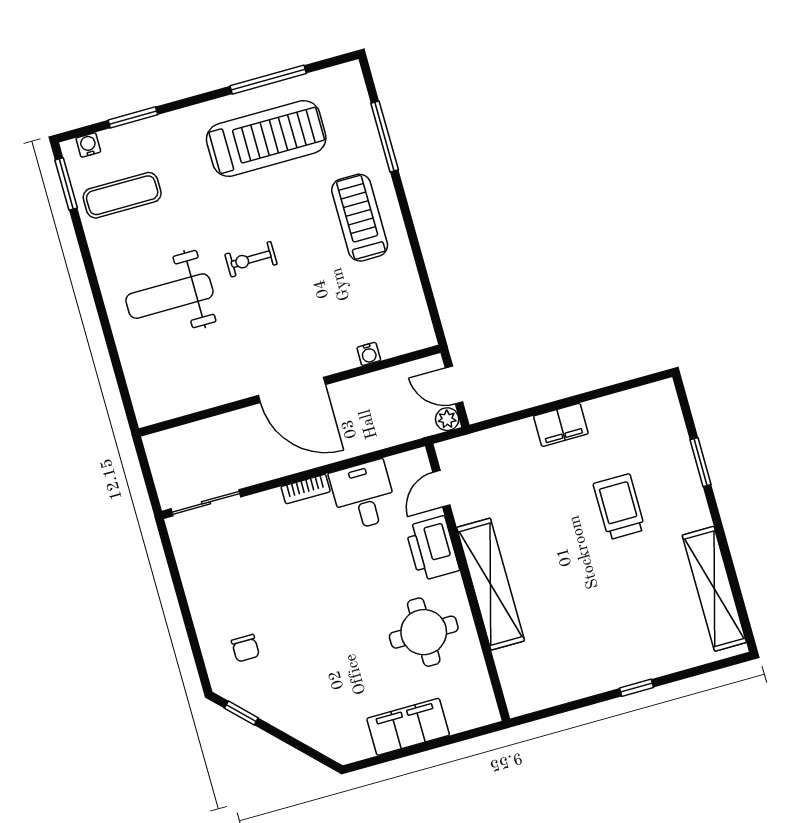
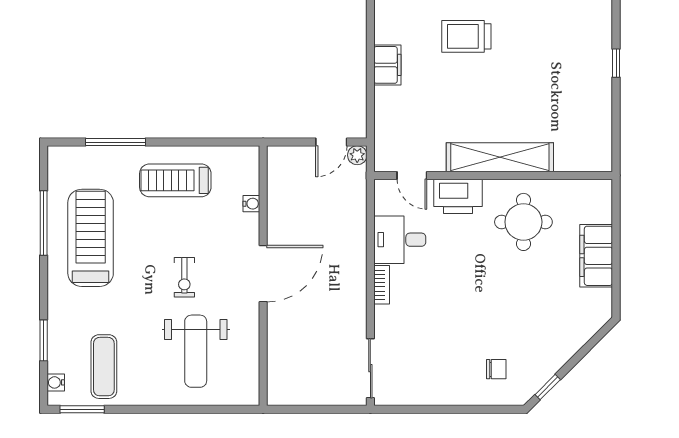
water cooler: (369, 354) -> (251, 204), moved
door: (292, 390) -> (263, 274), moved
wall: (290, 391) -> (263, 276), moved

